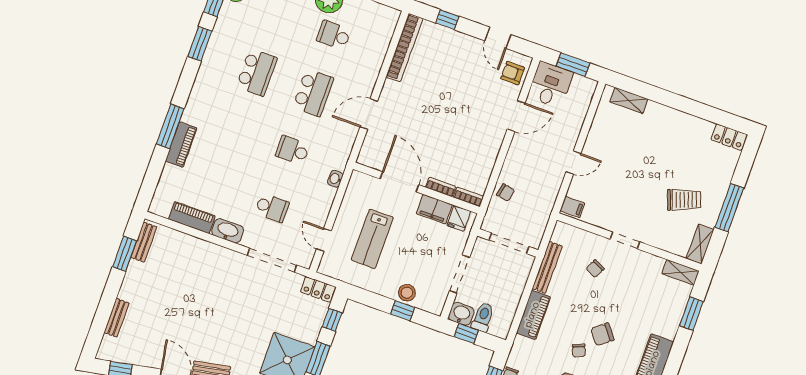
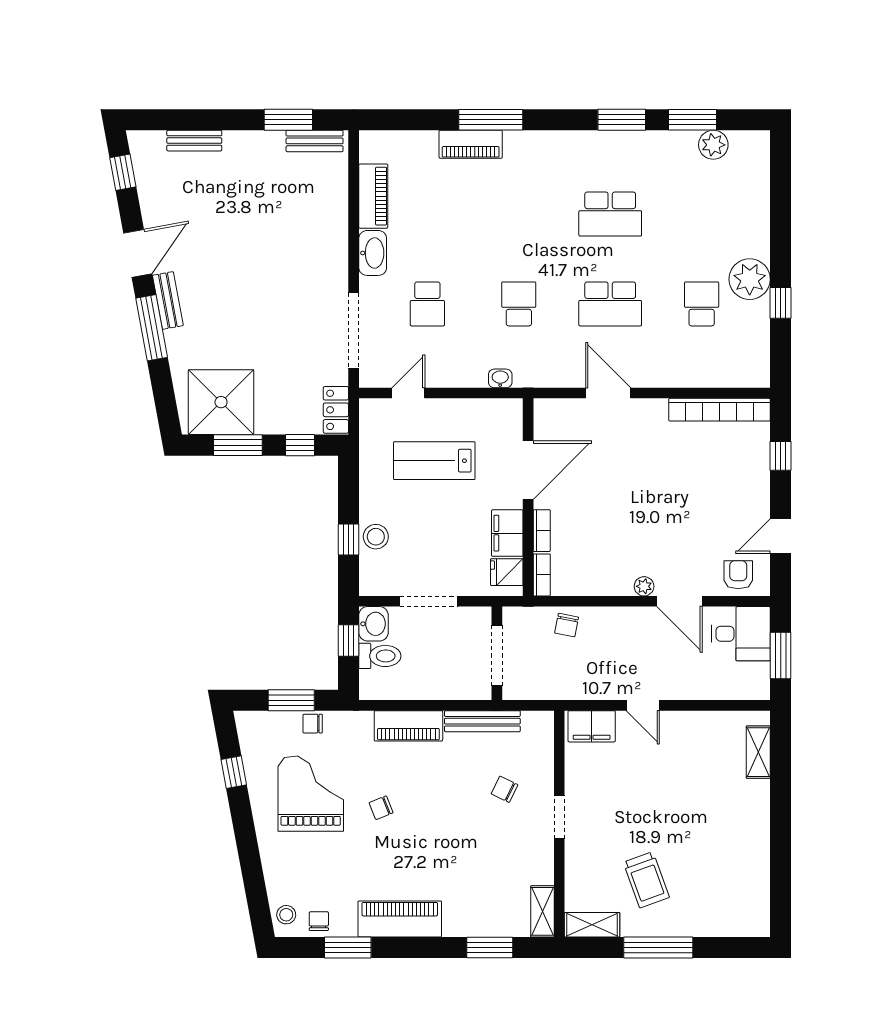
plant: (499, 135) -> (644, 586), added
locker: (729, 137) -> (757, 911), removed
filing cabinet: (572, 207) -> (592, 726), width x2.00
chair: (602, 334) -> (416, 833), removed

